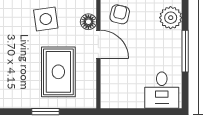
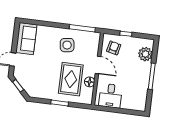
floor lamp: (88, 22) -> (90, 82), moved
desk: (162, 90) -> (110, 96), moved

